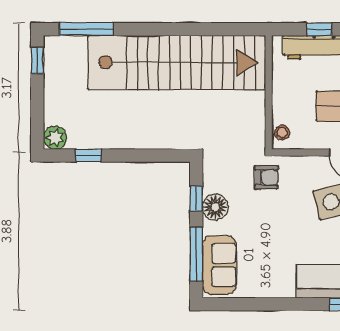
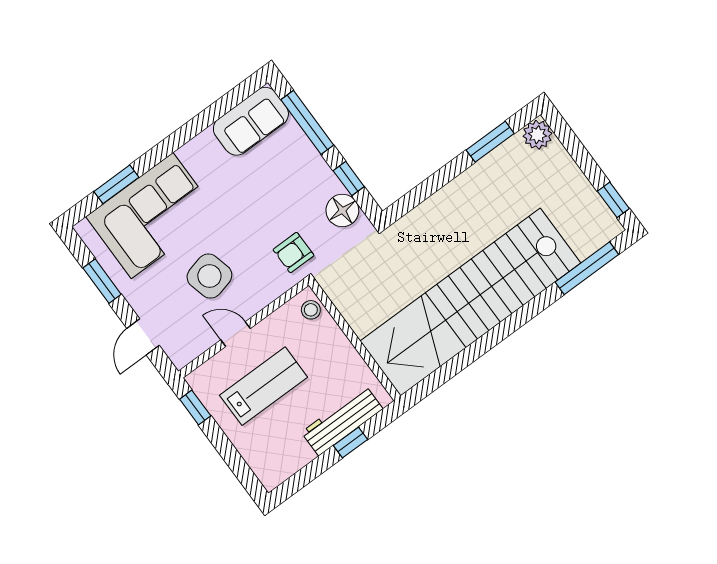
window: (88, 156) -> (490, 142), width x1.50
floor lamp: (215, 207) -> (342, 210), moved
sofa: (219, 265) -> (251, 121), moved, turned -90

